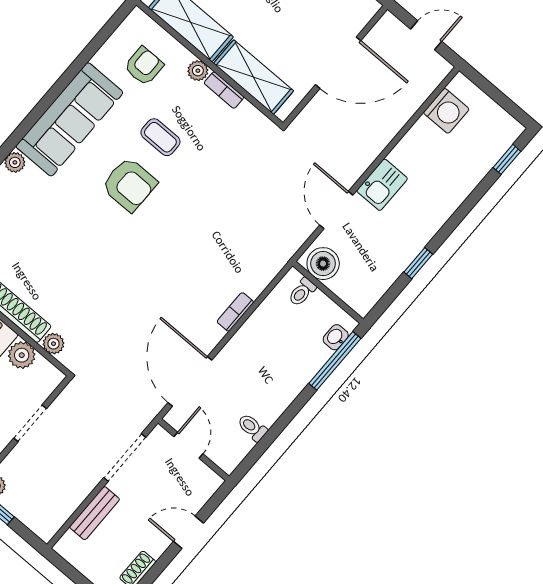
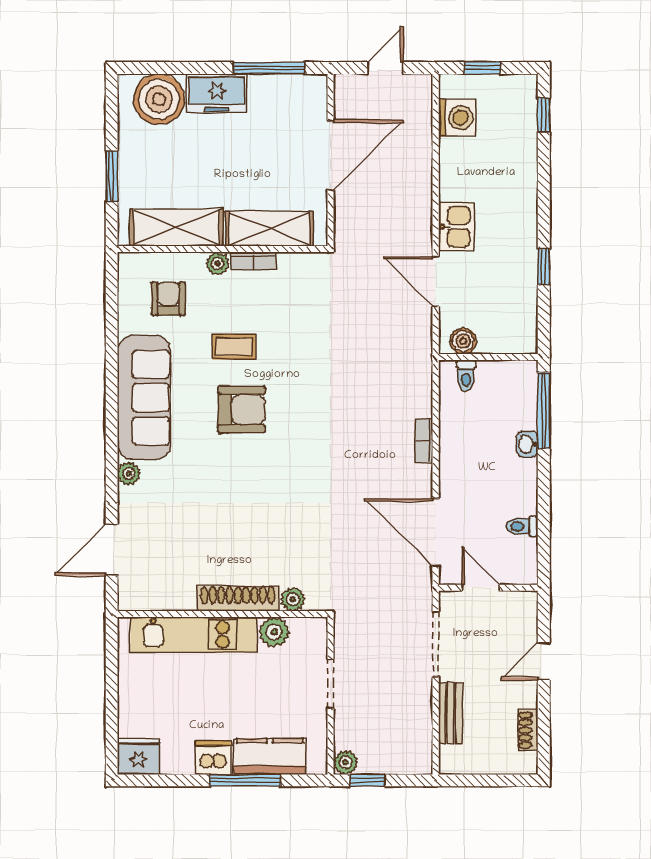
window: (492, 92) -> (482, 68), added
boiler: (323, 264) -> (463, 341), width x0.73, depth x0.73
washbasin: (336, 337) -> (527, 444), moved

